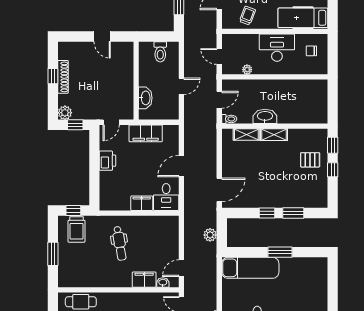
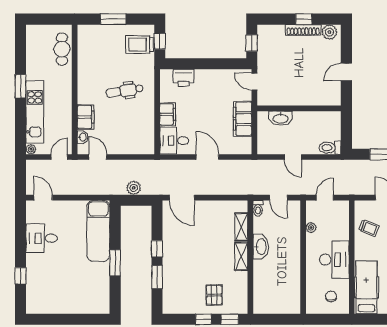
toilet: (160, 52) -> (330, 148), moved
plant: (65, 113) -> (329, 32), moved
printer: (107, 161) -> (184, 78), moved

